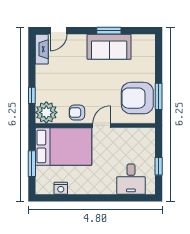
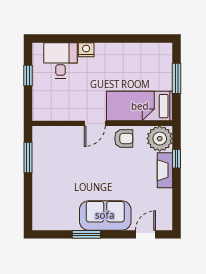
sofa: (109, 47) -> (105, 215), moved
fireplace: (42, 49) -> (165, 170), moved
armchair: (137, 98) -> (53, 155), removed
bed: (64, 146) -> (140, 106), width x0.67
nightstand: (61, 188) -> (86, 50), moved

